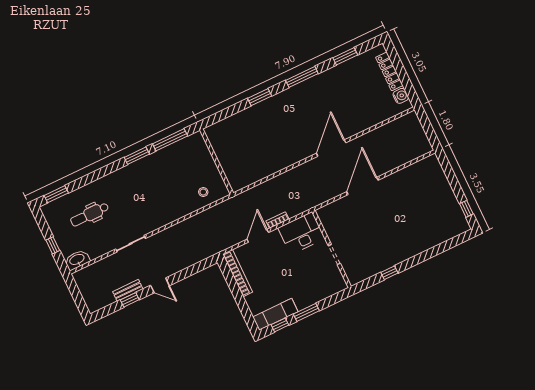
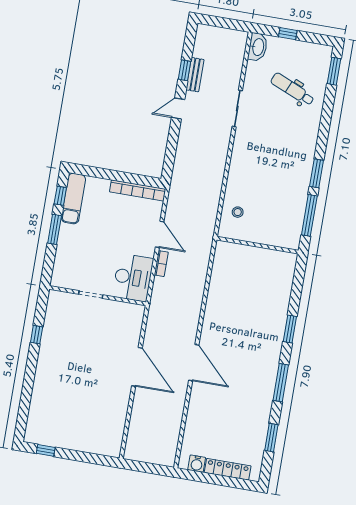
dental chair: (90, 214) -> (292, 89), turned -67

